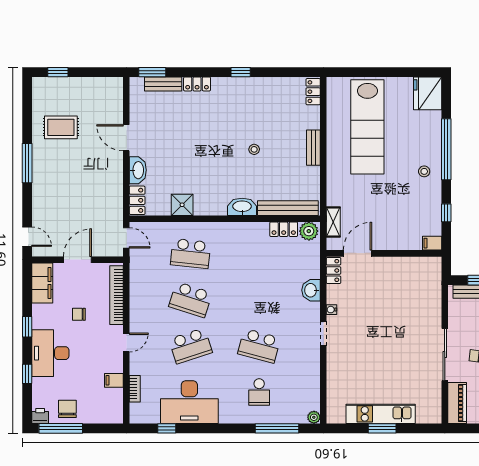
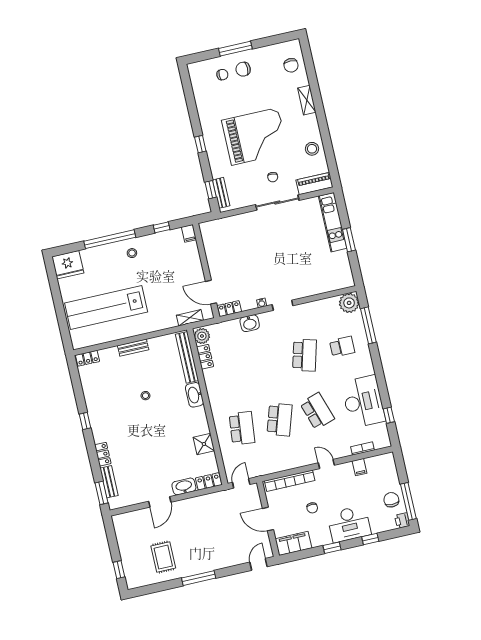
lab bench: (367, 127) -> (106, 308), turned 180
chair: (67, 409) -> (391, 500), turned 90
kitchen unit: (381, 414) -> (333, 222), moved
plant: (314, 417) -> (349, 303), width x1.87, depth x1.87

